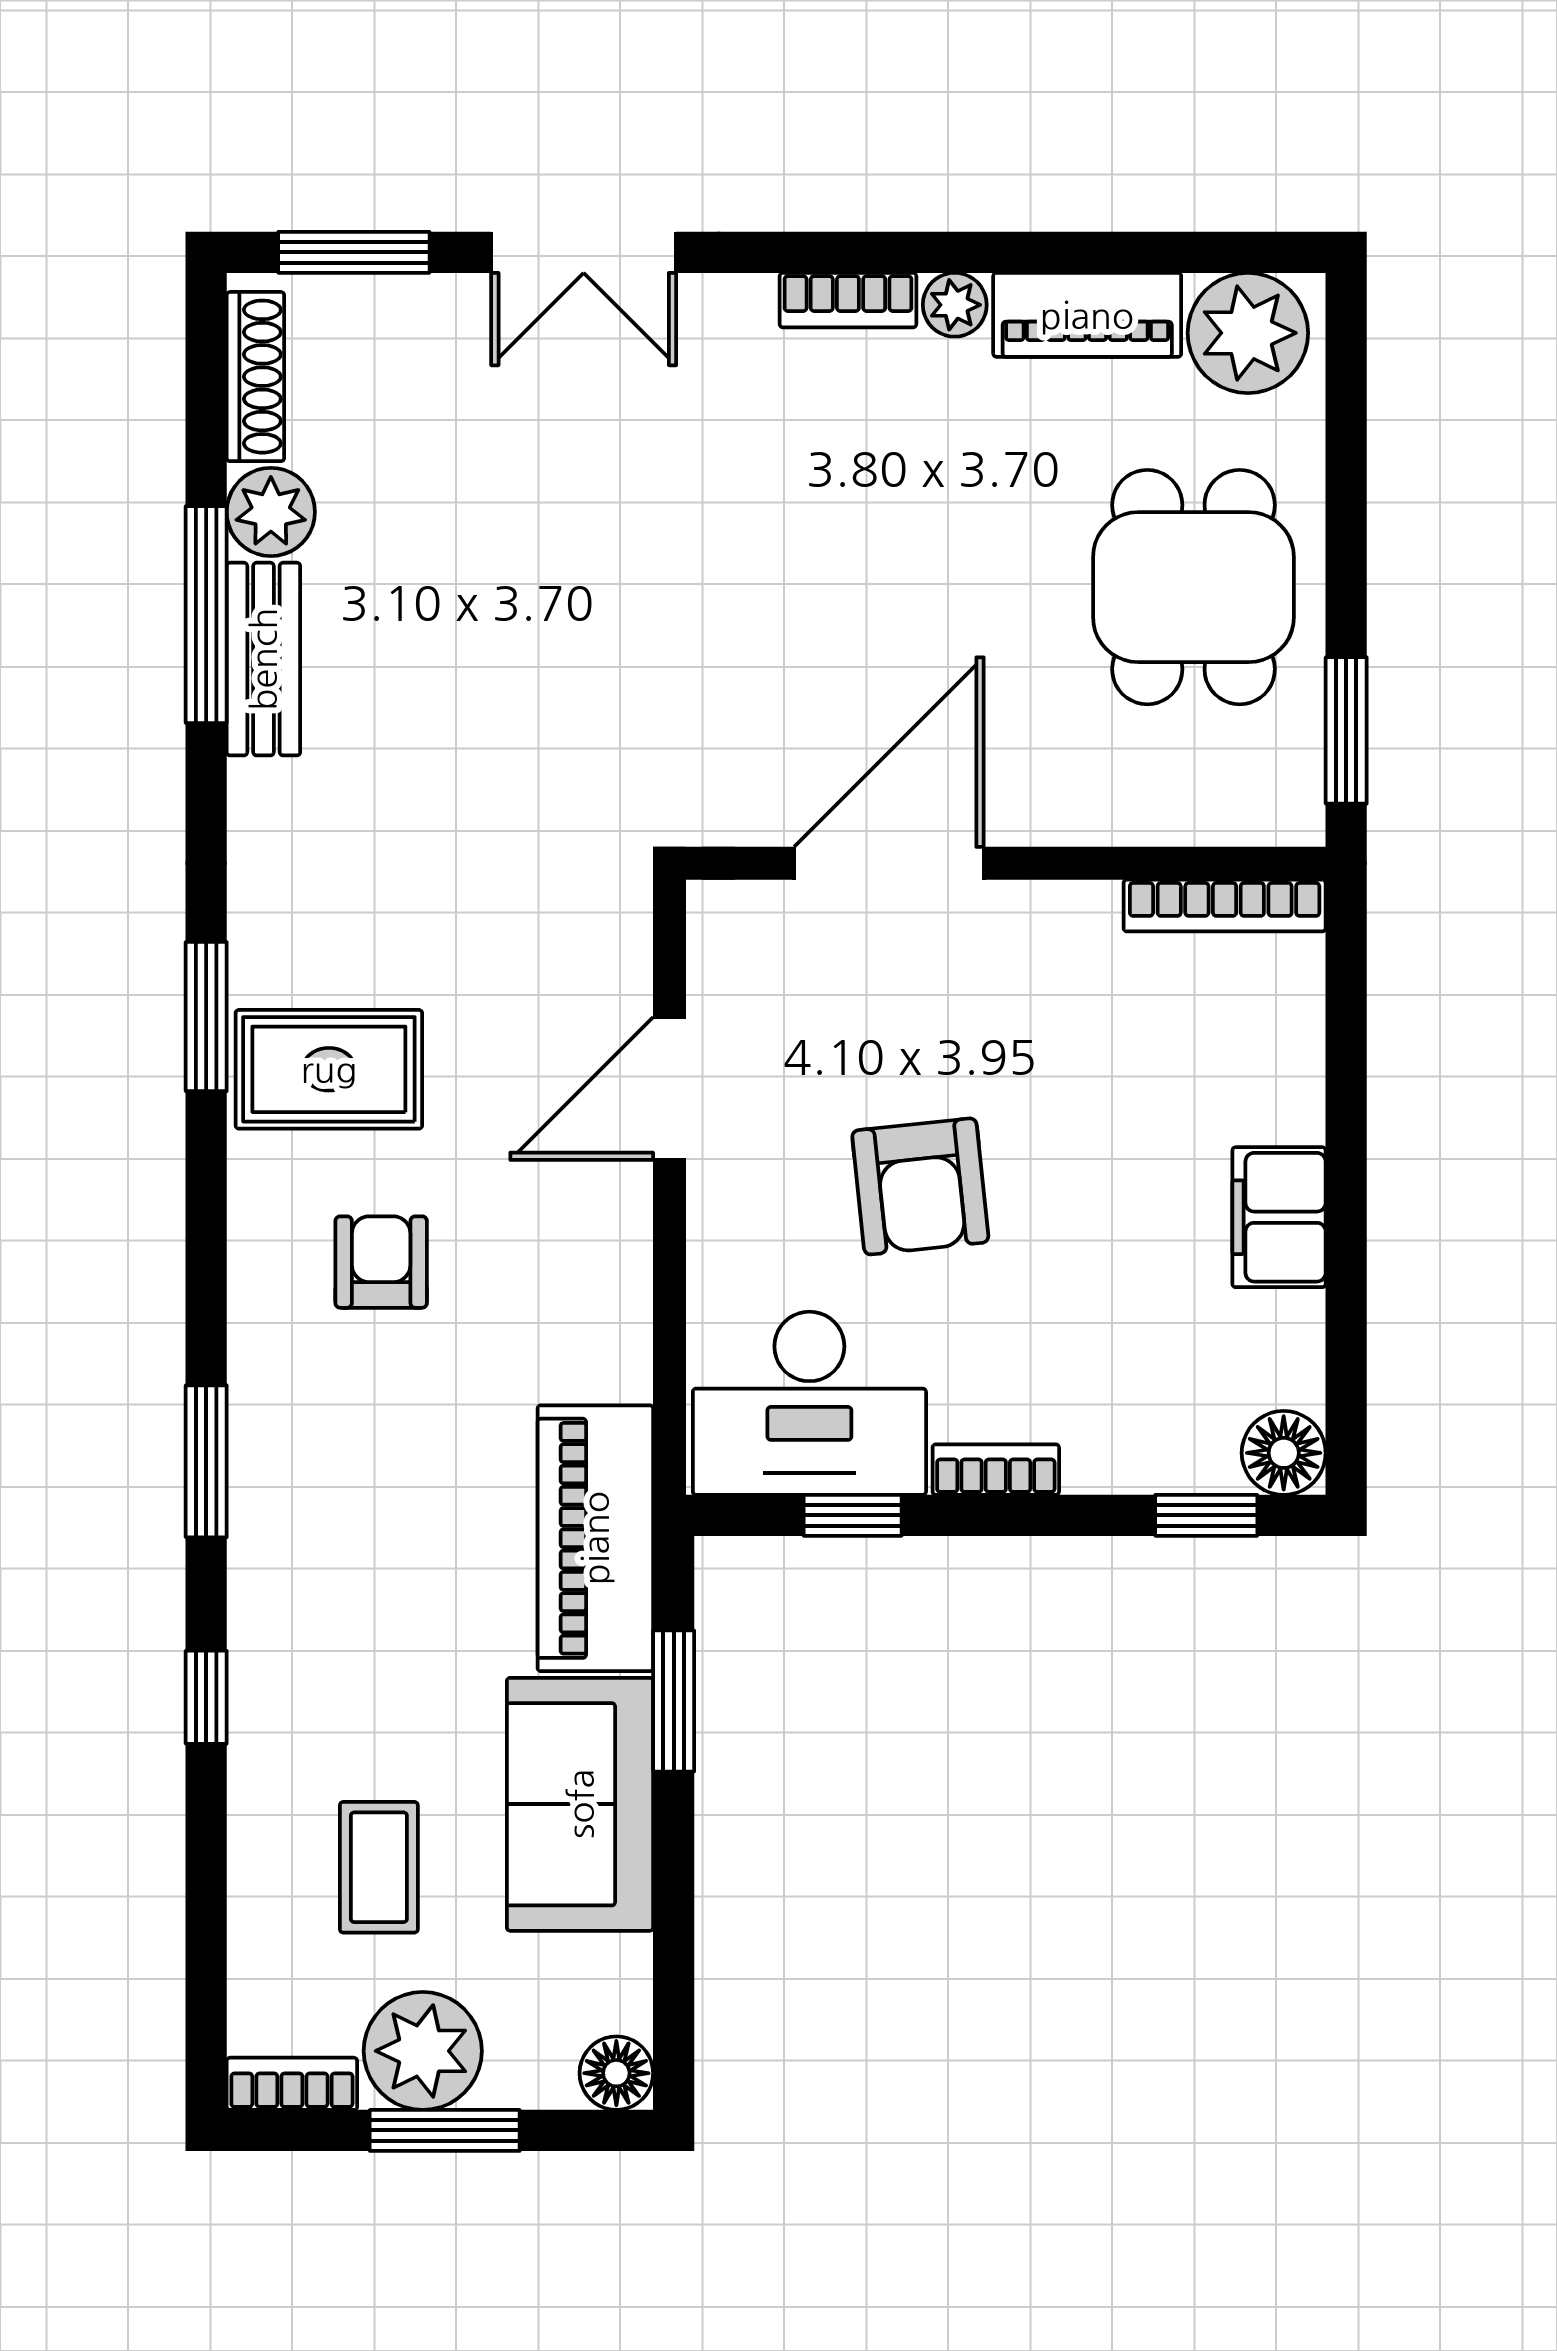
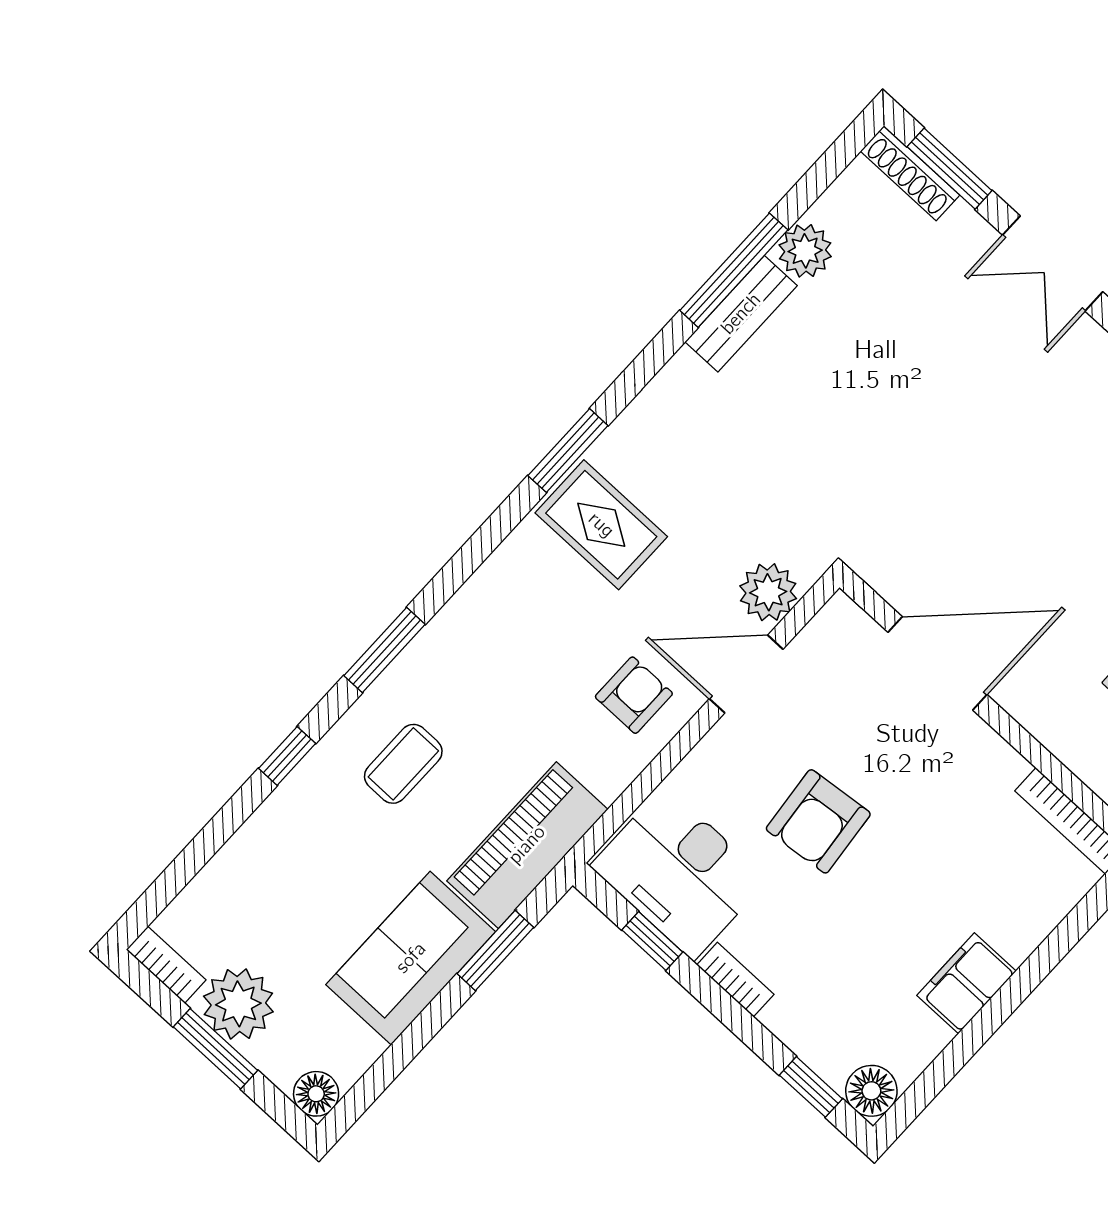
shoe rack: (255, 377) -> (910, 173), moved, turned 90
plant: (605, 965) -> (768, 592), added
armchair: (381, 1262) -> (634, 695), moved
coffee table: (379, 1867) -> (403, 764), moved

